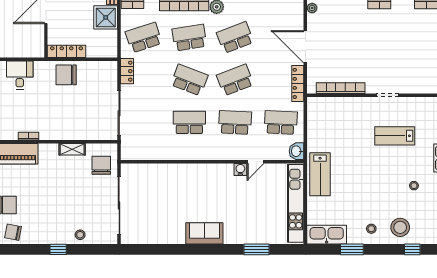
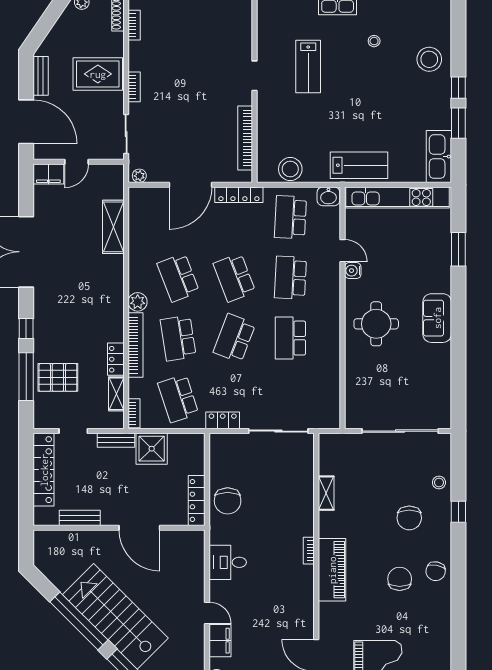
chair: (101, 165) -> (409, 518), moved, turned -90
round table: (200, 187) -> (376, 324), added
stool: (371, 229) -> (290, 169), moved, width x1.89, depth x1.89
window: (412, 249) -> (458, 88), moved

